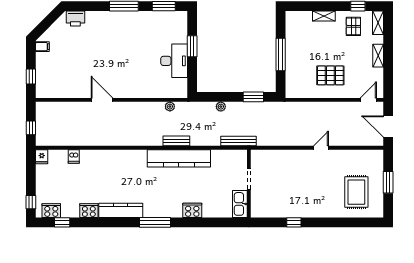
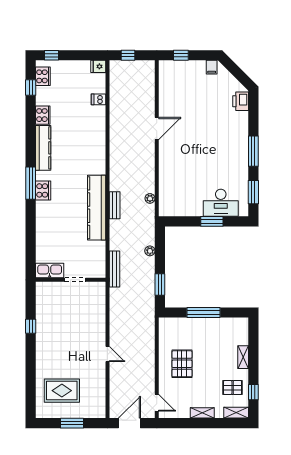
desk: (174, 61) -> (221, 203), moved
cooker: (192, 210) -> (43, 190), moved

